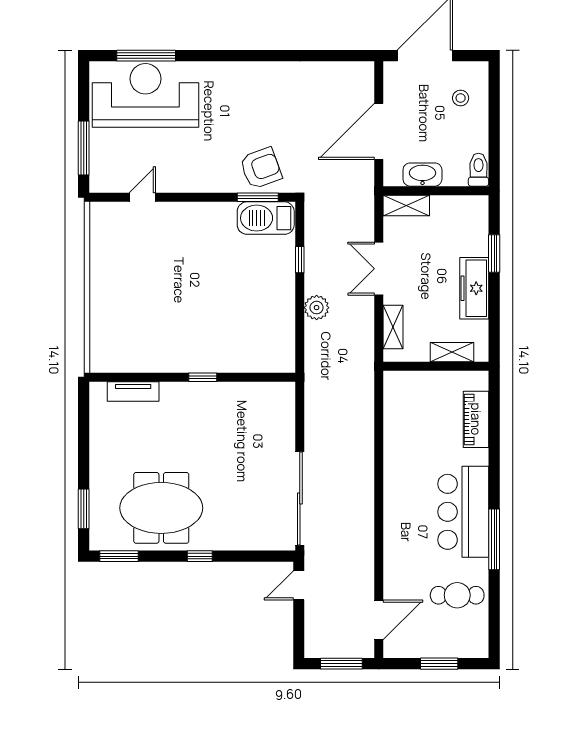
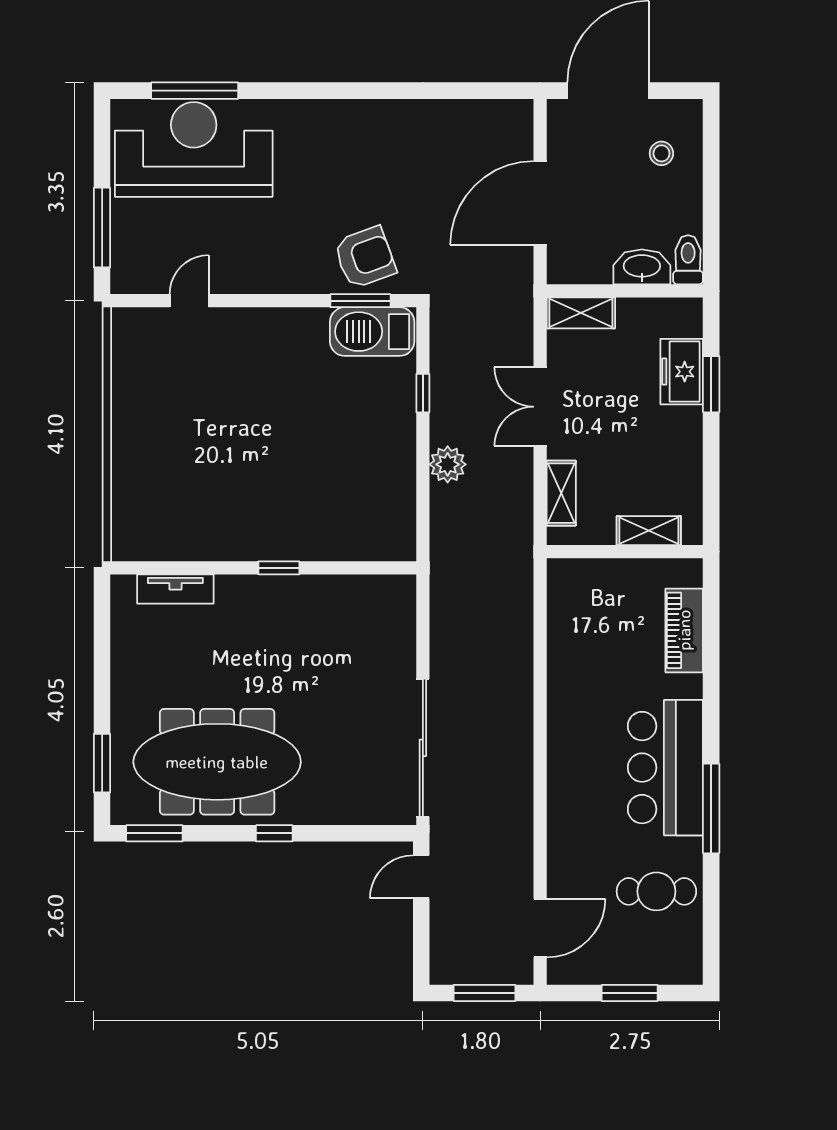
washbasin: (422, 175) -> (642, 267), moved
freezer: (474, 288) -> (682, 372), moved, width x0.71
meeting table: (161, 508) -> (217, 762), width x1.36

